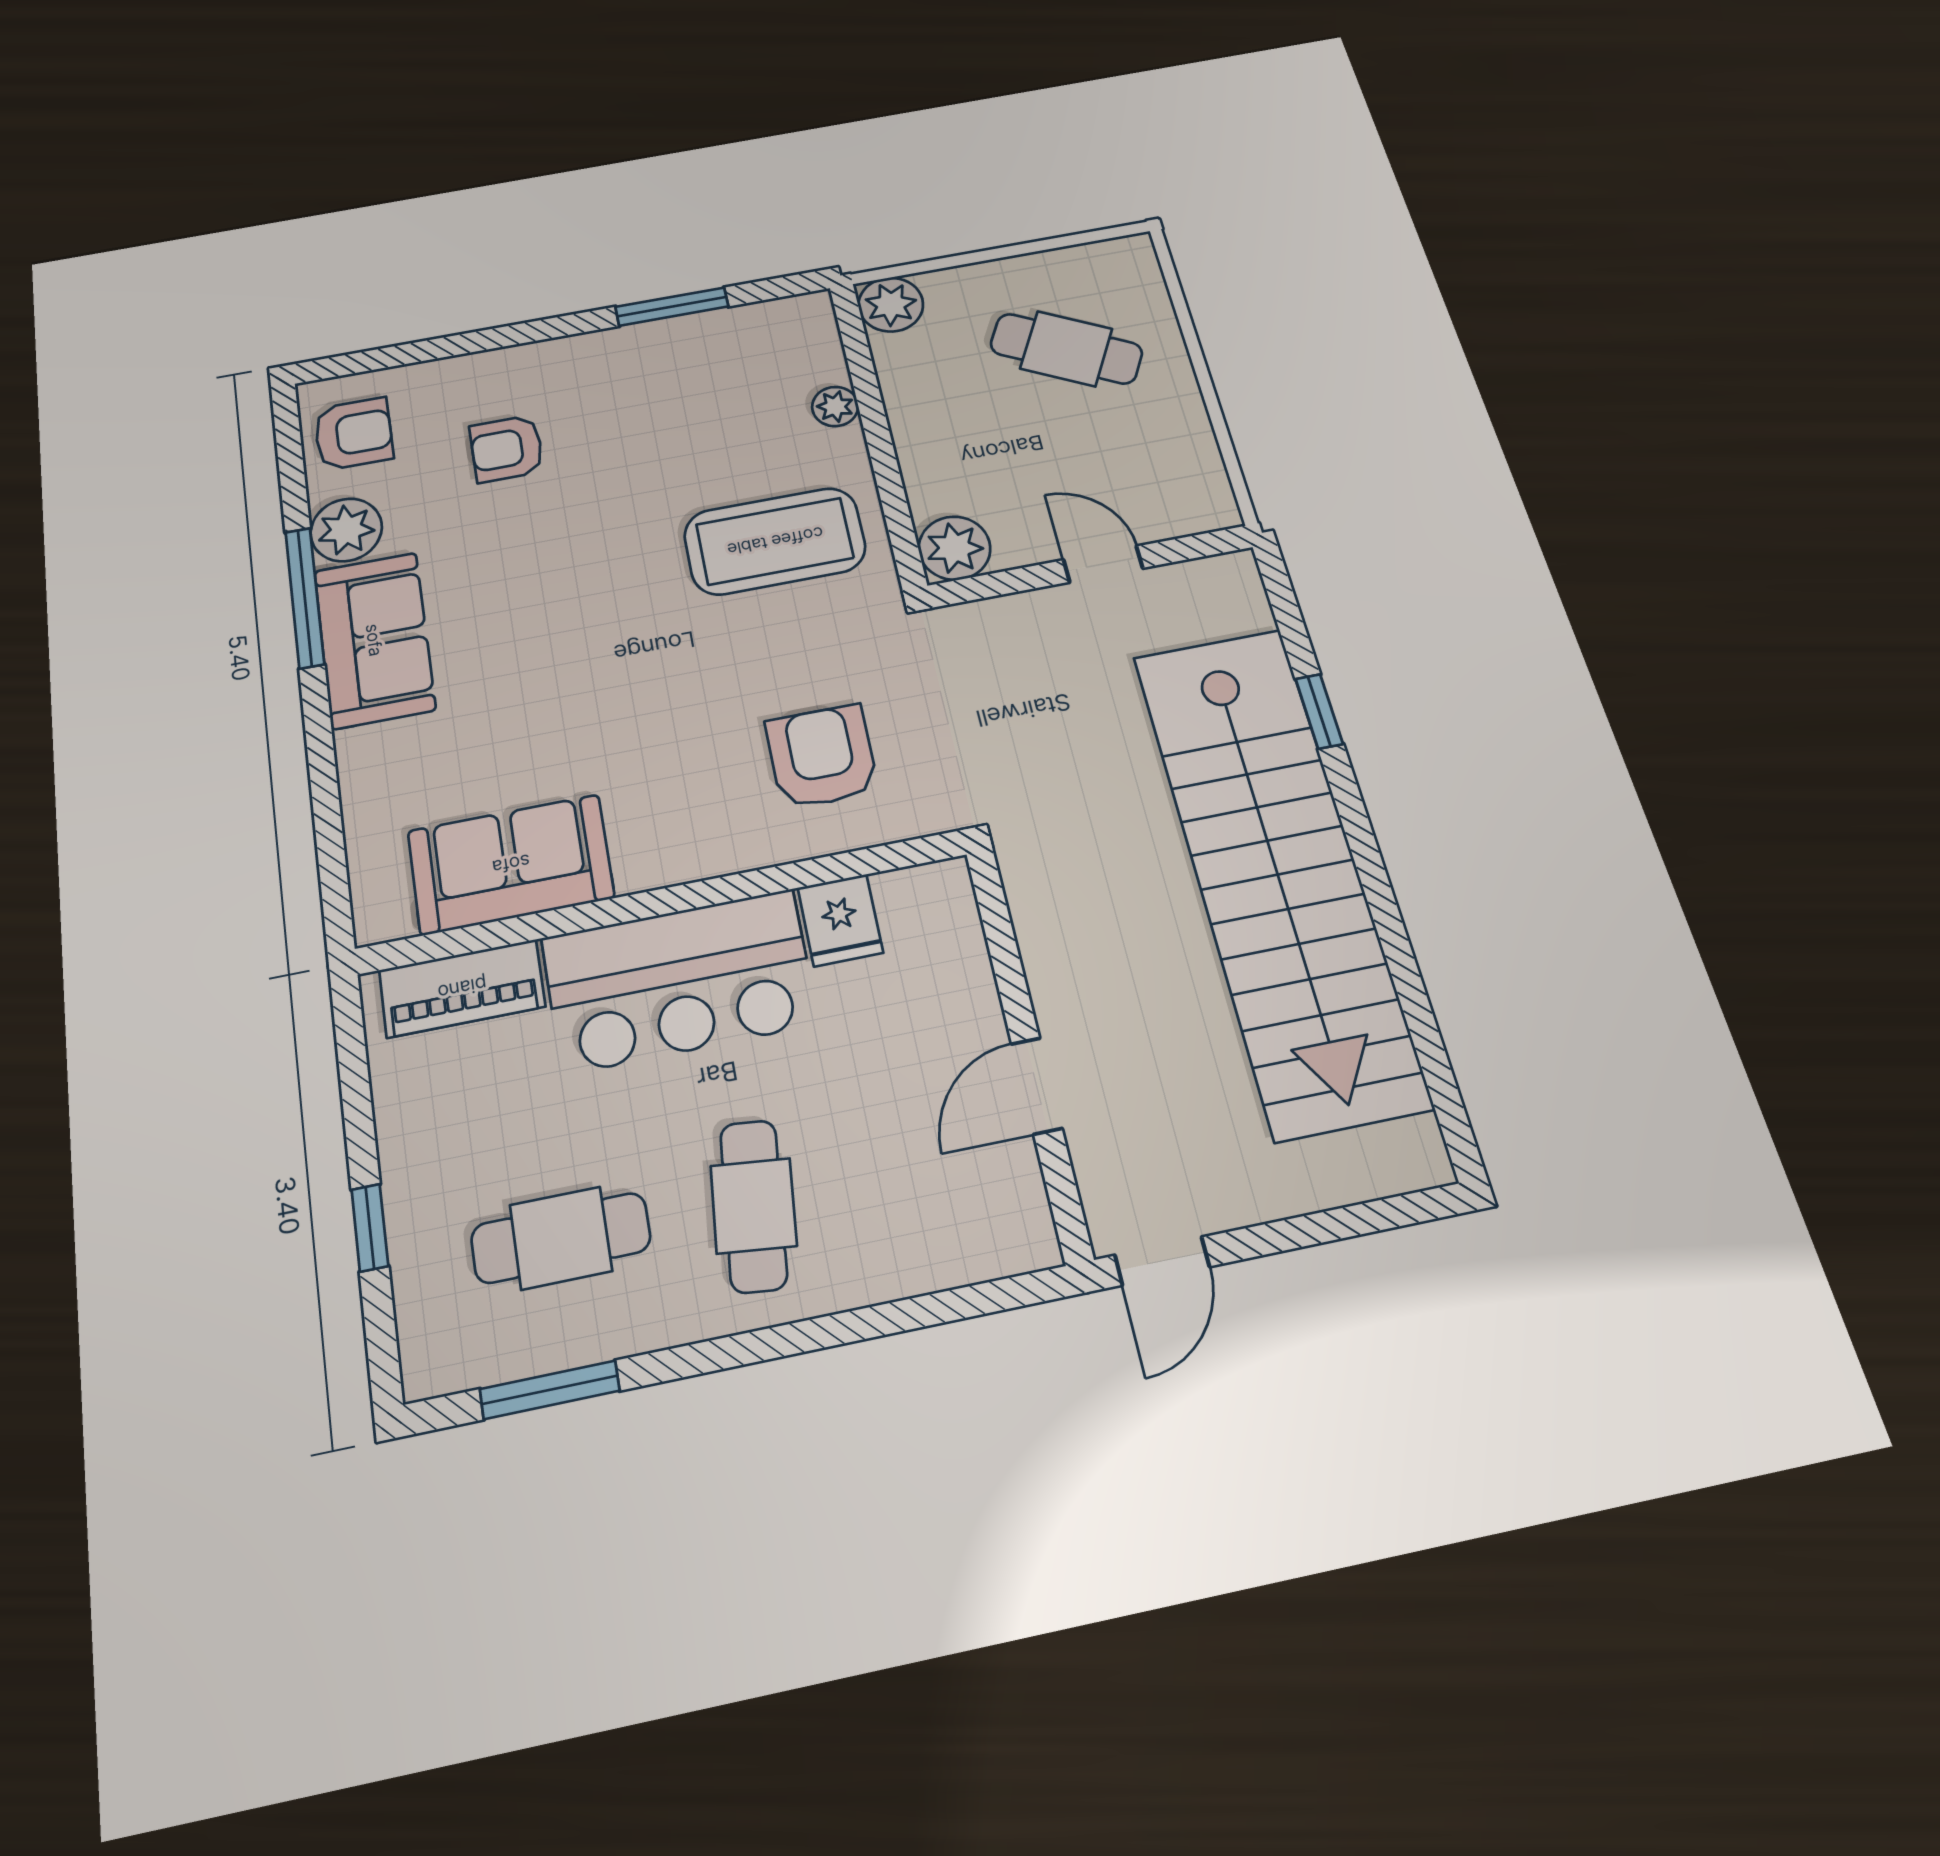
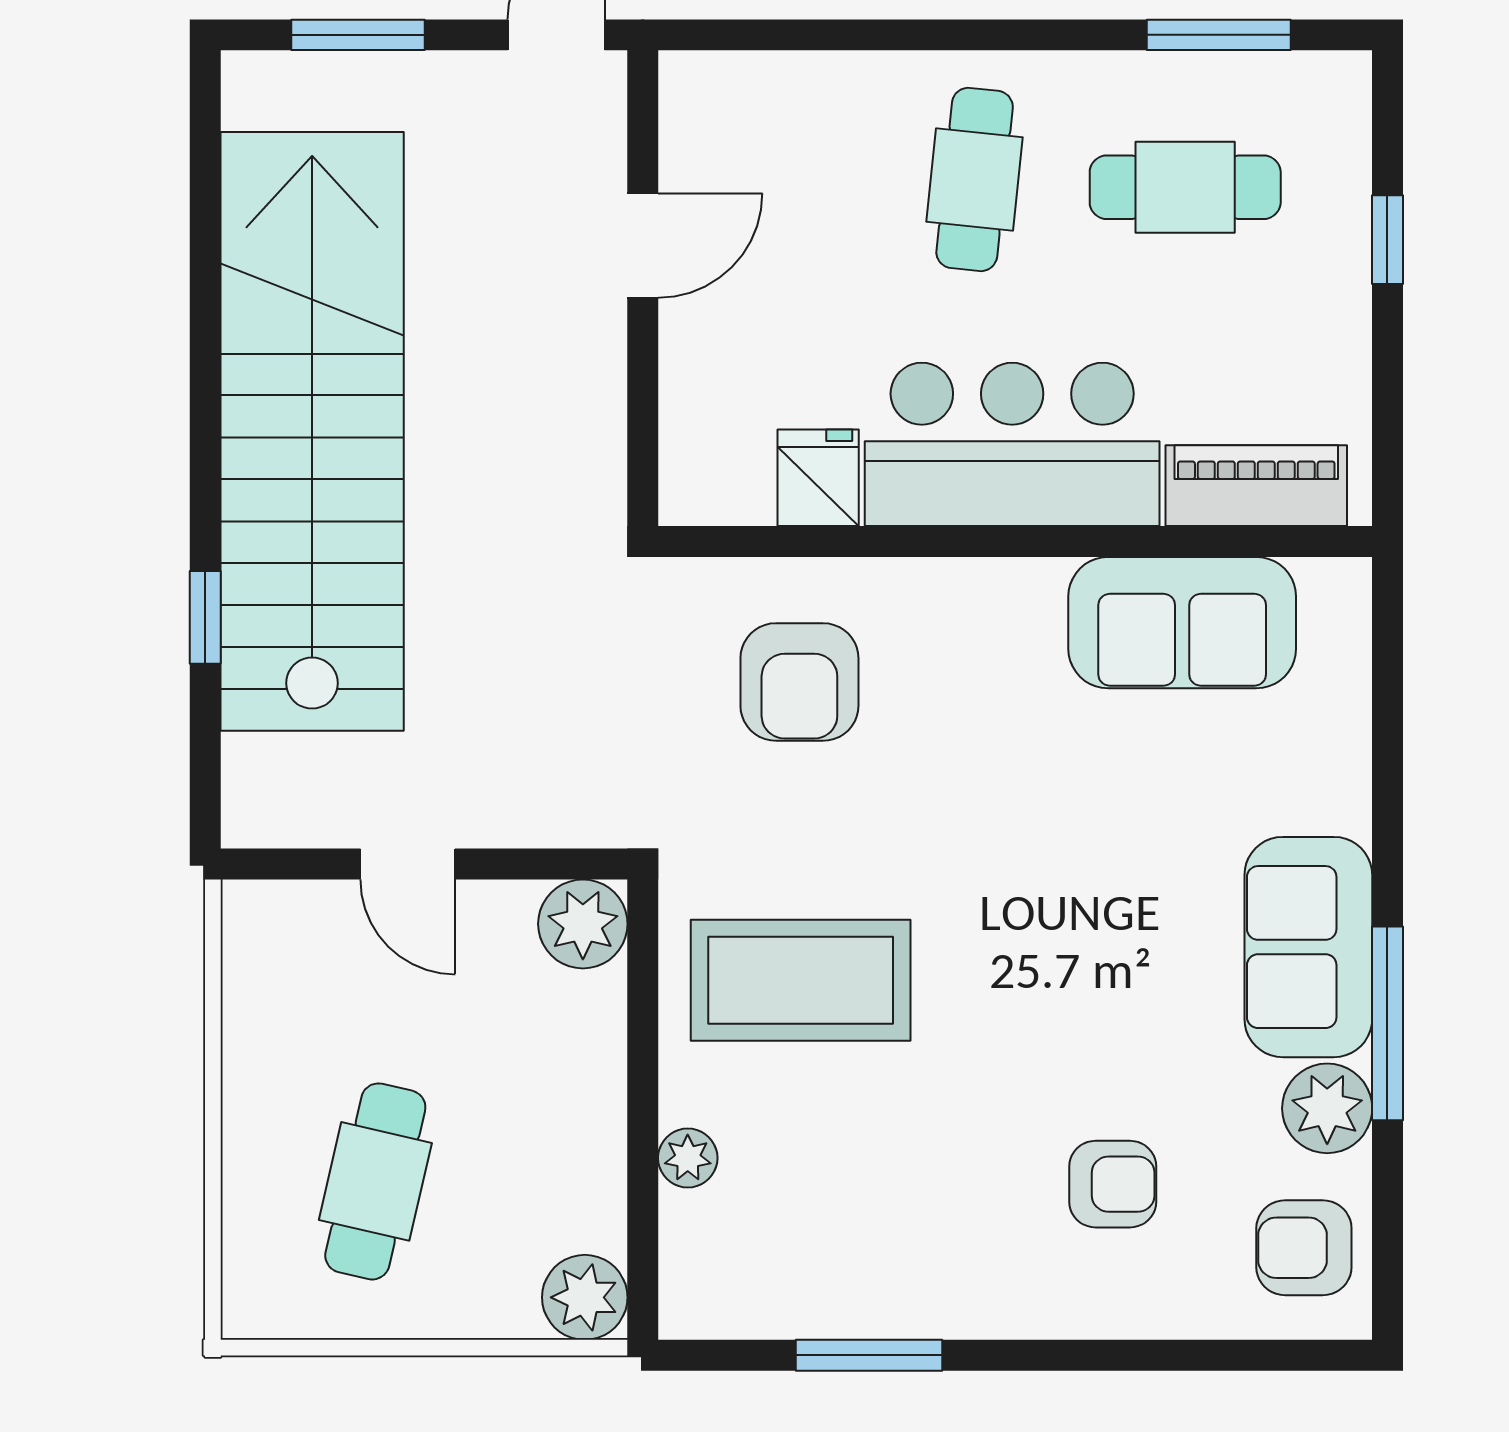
cafe table: (1066, 349) -> (375, 1181), turned 75
window: (1341, 1223) -> (358, 35), added

